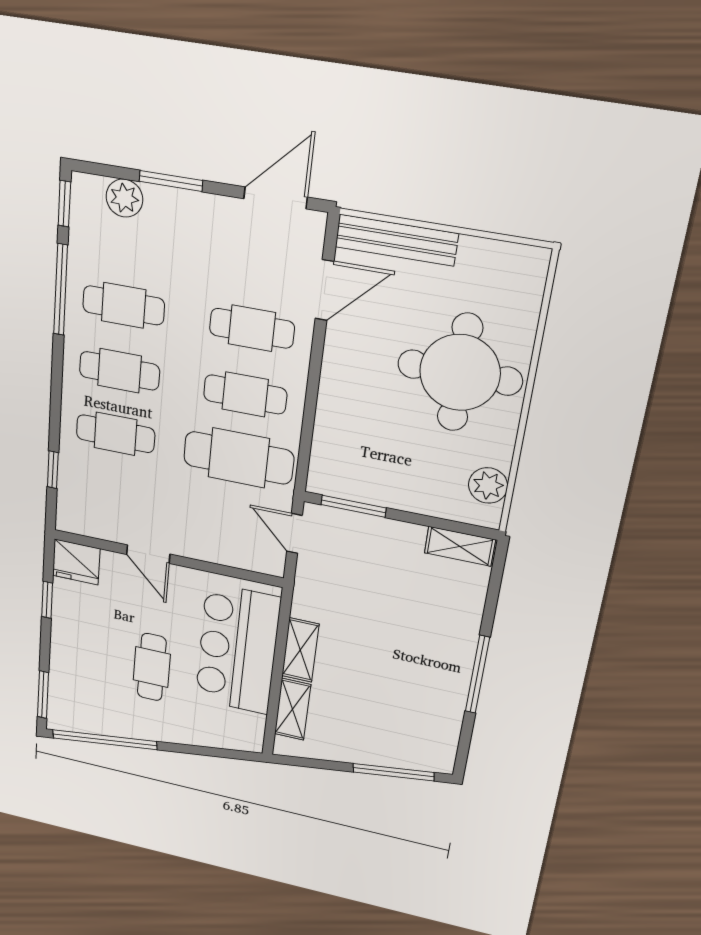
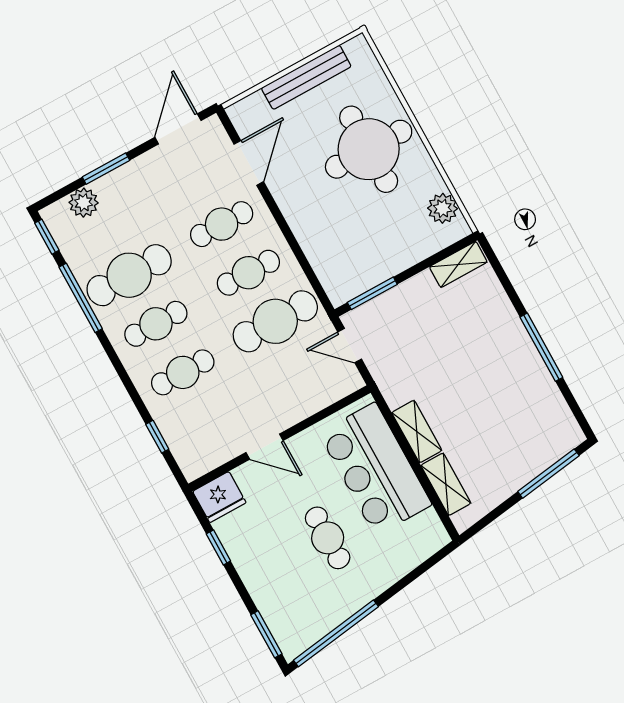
bench: (396, 240) -> (306, 77), moved
cafe table: (124, 305) -> (129, 275), width x1.37, depth x1.35

